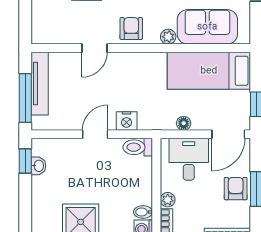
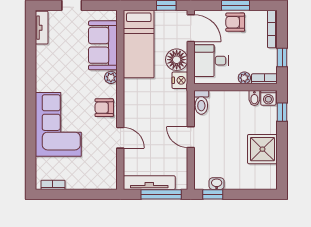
nightstand: (127, 121) -> (180, 80), moved
floor lamp: (184, 123) -> (177, 60), width x1.89, depth x1.89

